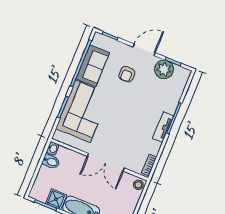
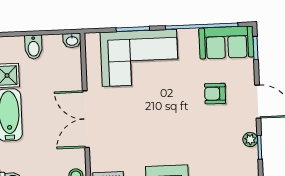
sofa: (93, 66) -> (226, 43), moved
plant: (164, 69) -> (250, 139), width x0.53, depth x0.53
bidet: (51, 162) -> (34, 47), moved

